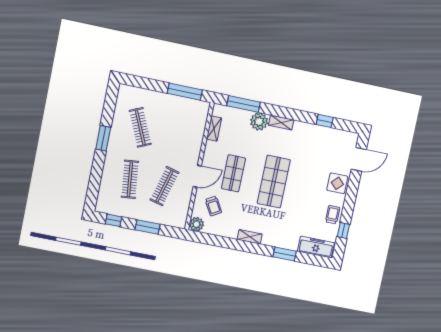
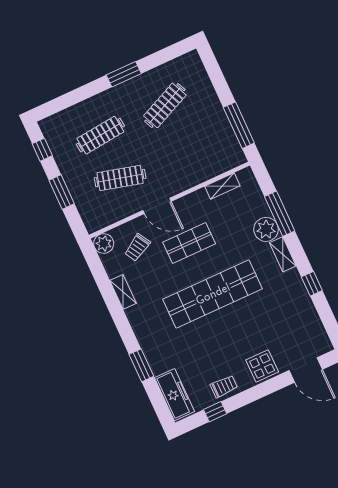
window: (243, 104) -> (280, 214), moved
window: (325, 121) -> (312, 284), moved
shop shelf: (274, 182) -> (213, 294), width x1.40
shelving: (250, 237) -> (123, 292), moved

